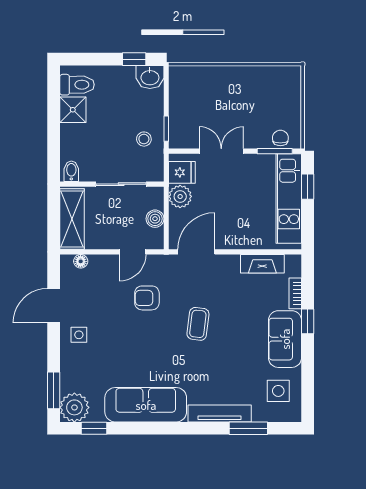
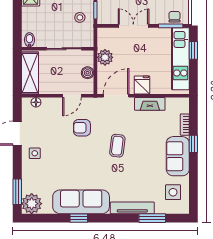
fridge: (182, 172) -> (142, 85), moved, turned -90
fireplace: (262, 264) -> (150, 104), moved
window: (94, 428) -> (79, 218), moved

